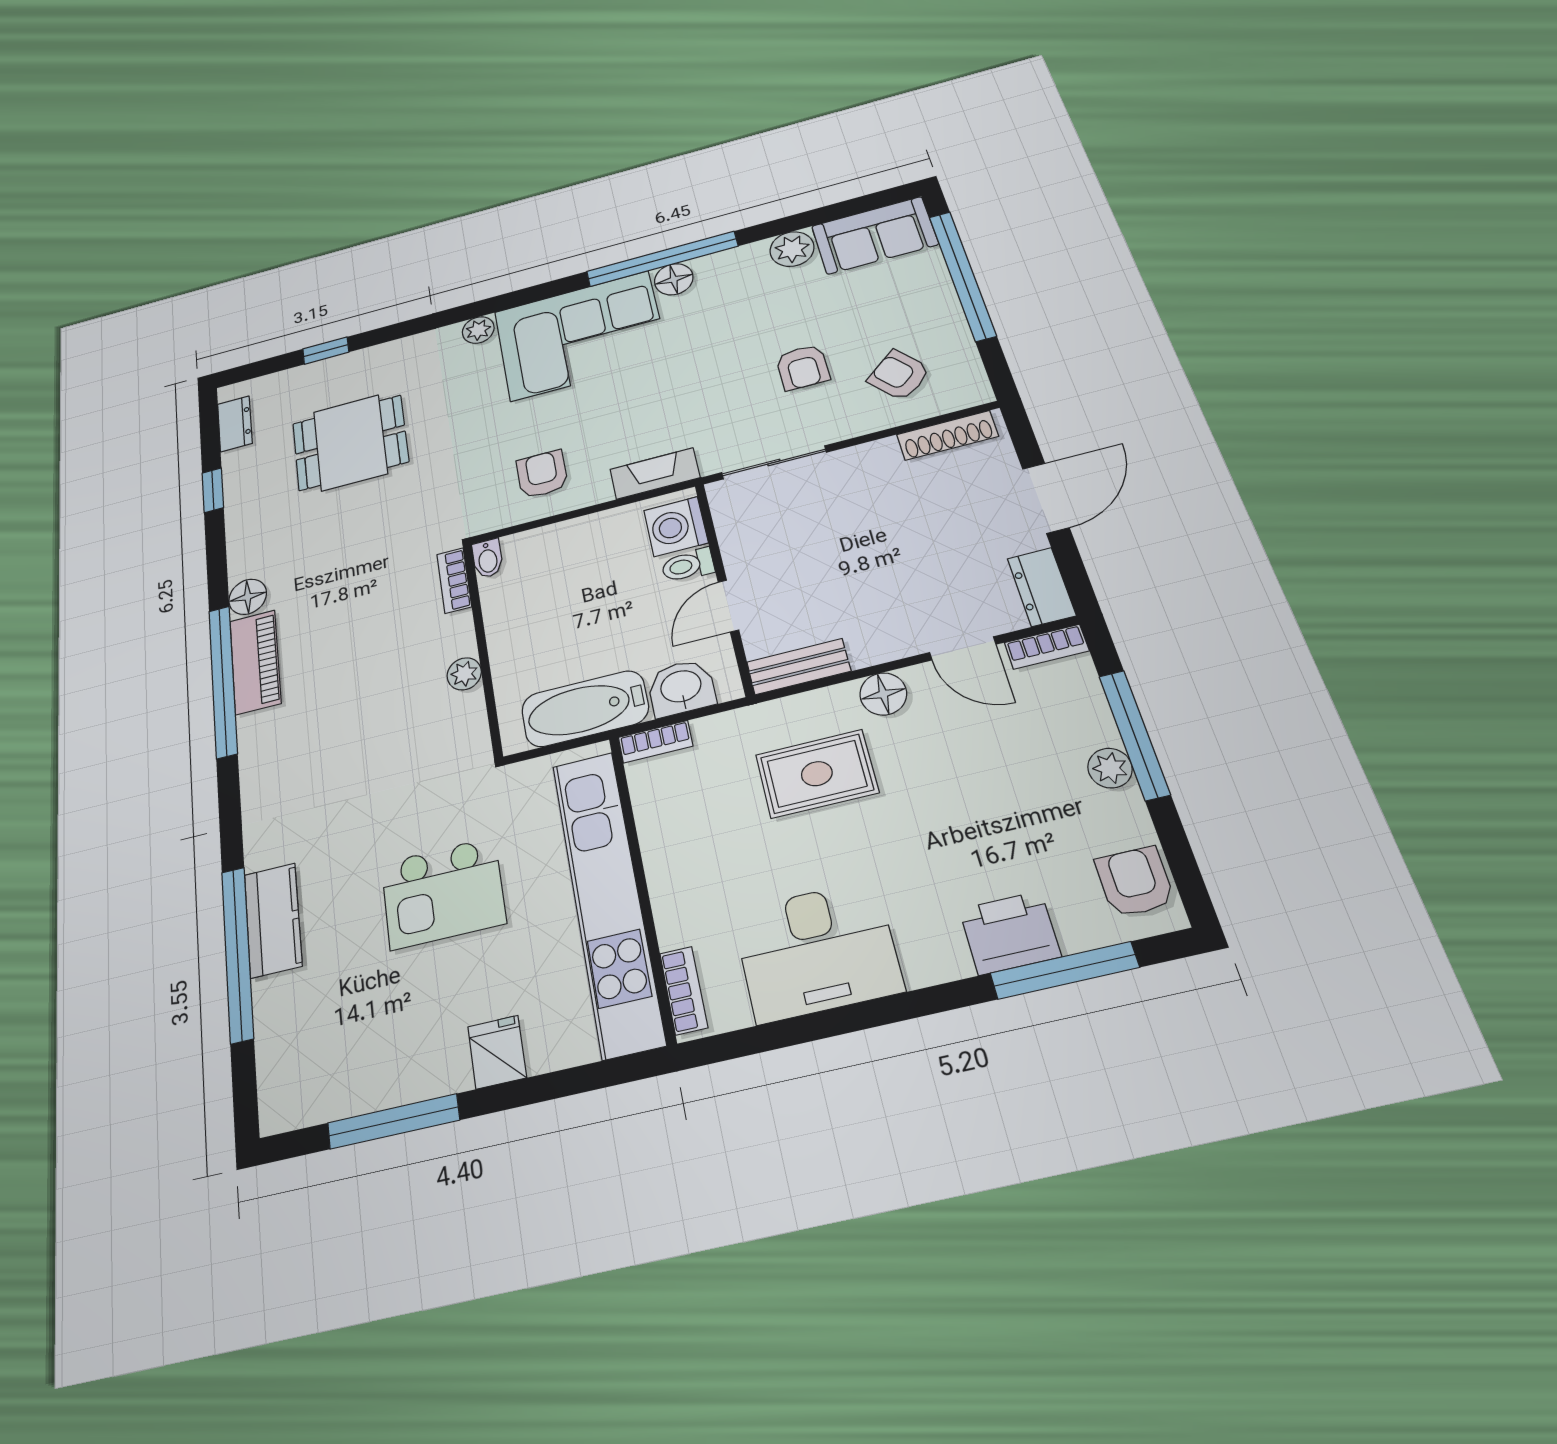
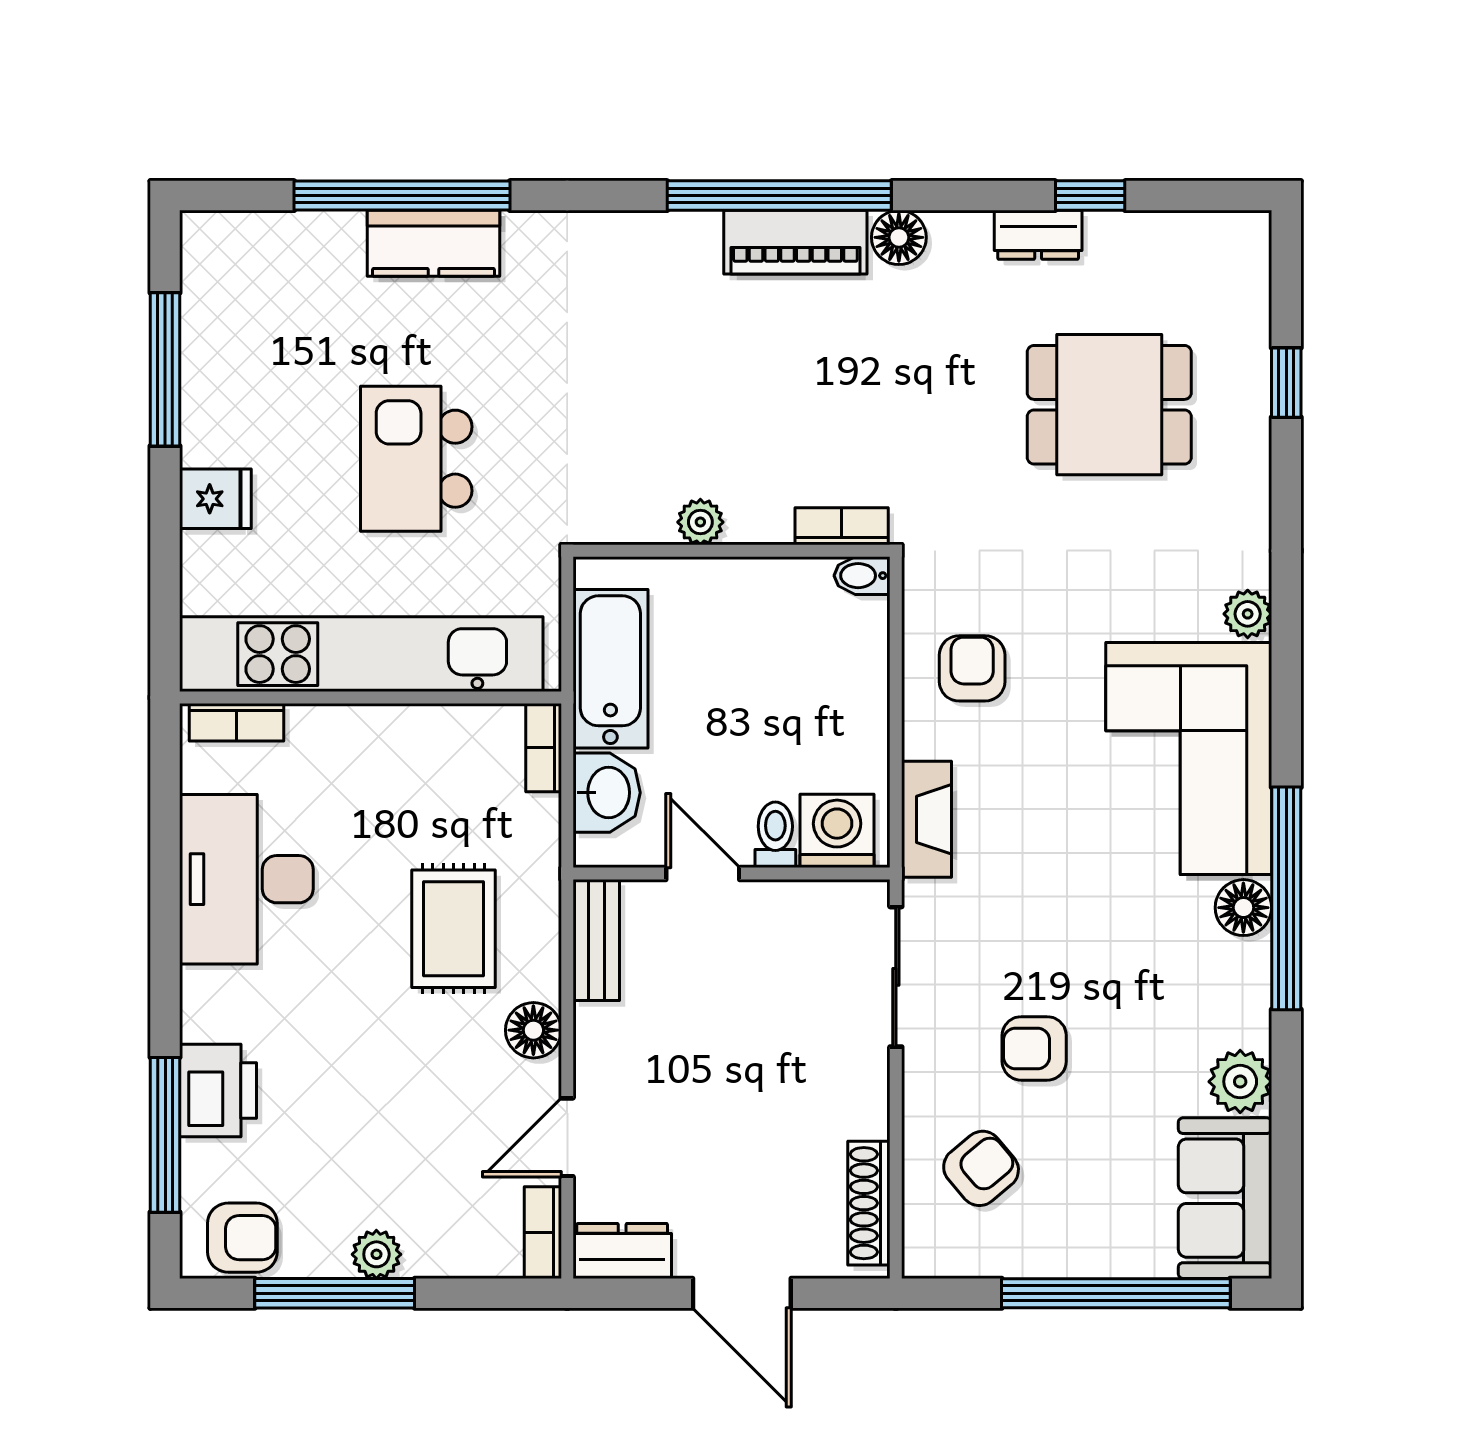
dresser: (235, 424) -> (1038, 235), moved
dining table: (350, 443) -> (1109, 405), turned 90
armchair: (542, 474) -> (972, 668), turned -90
window: (1134, 735) -> (335, 1293), moved

